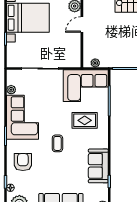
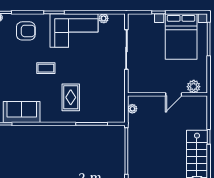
door: (82, 24) -> (174, 94), swing flipped
corner sofa: (86, 86) -> (108, 99), removed

